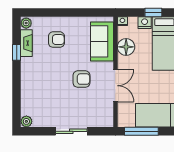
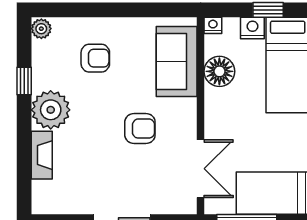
fireplace: (26, 43) -> (42, 155), moved
double door: (116, 86) -> (201, 169), moved
plant: (26, 121) -> (51, 110), moved, width x1.88, depth x1.88

